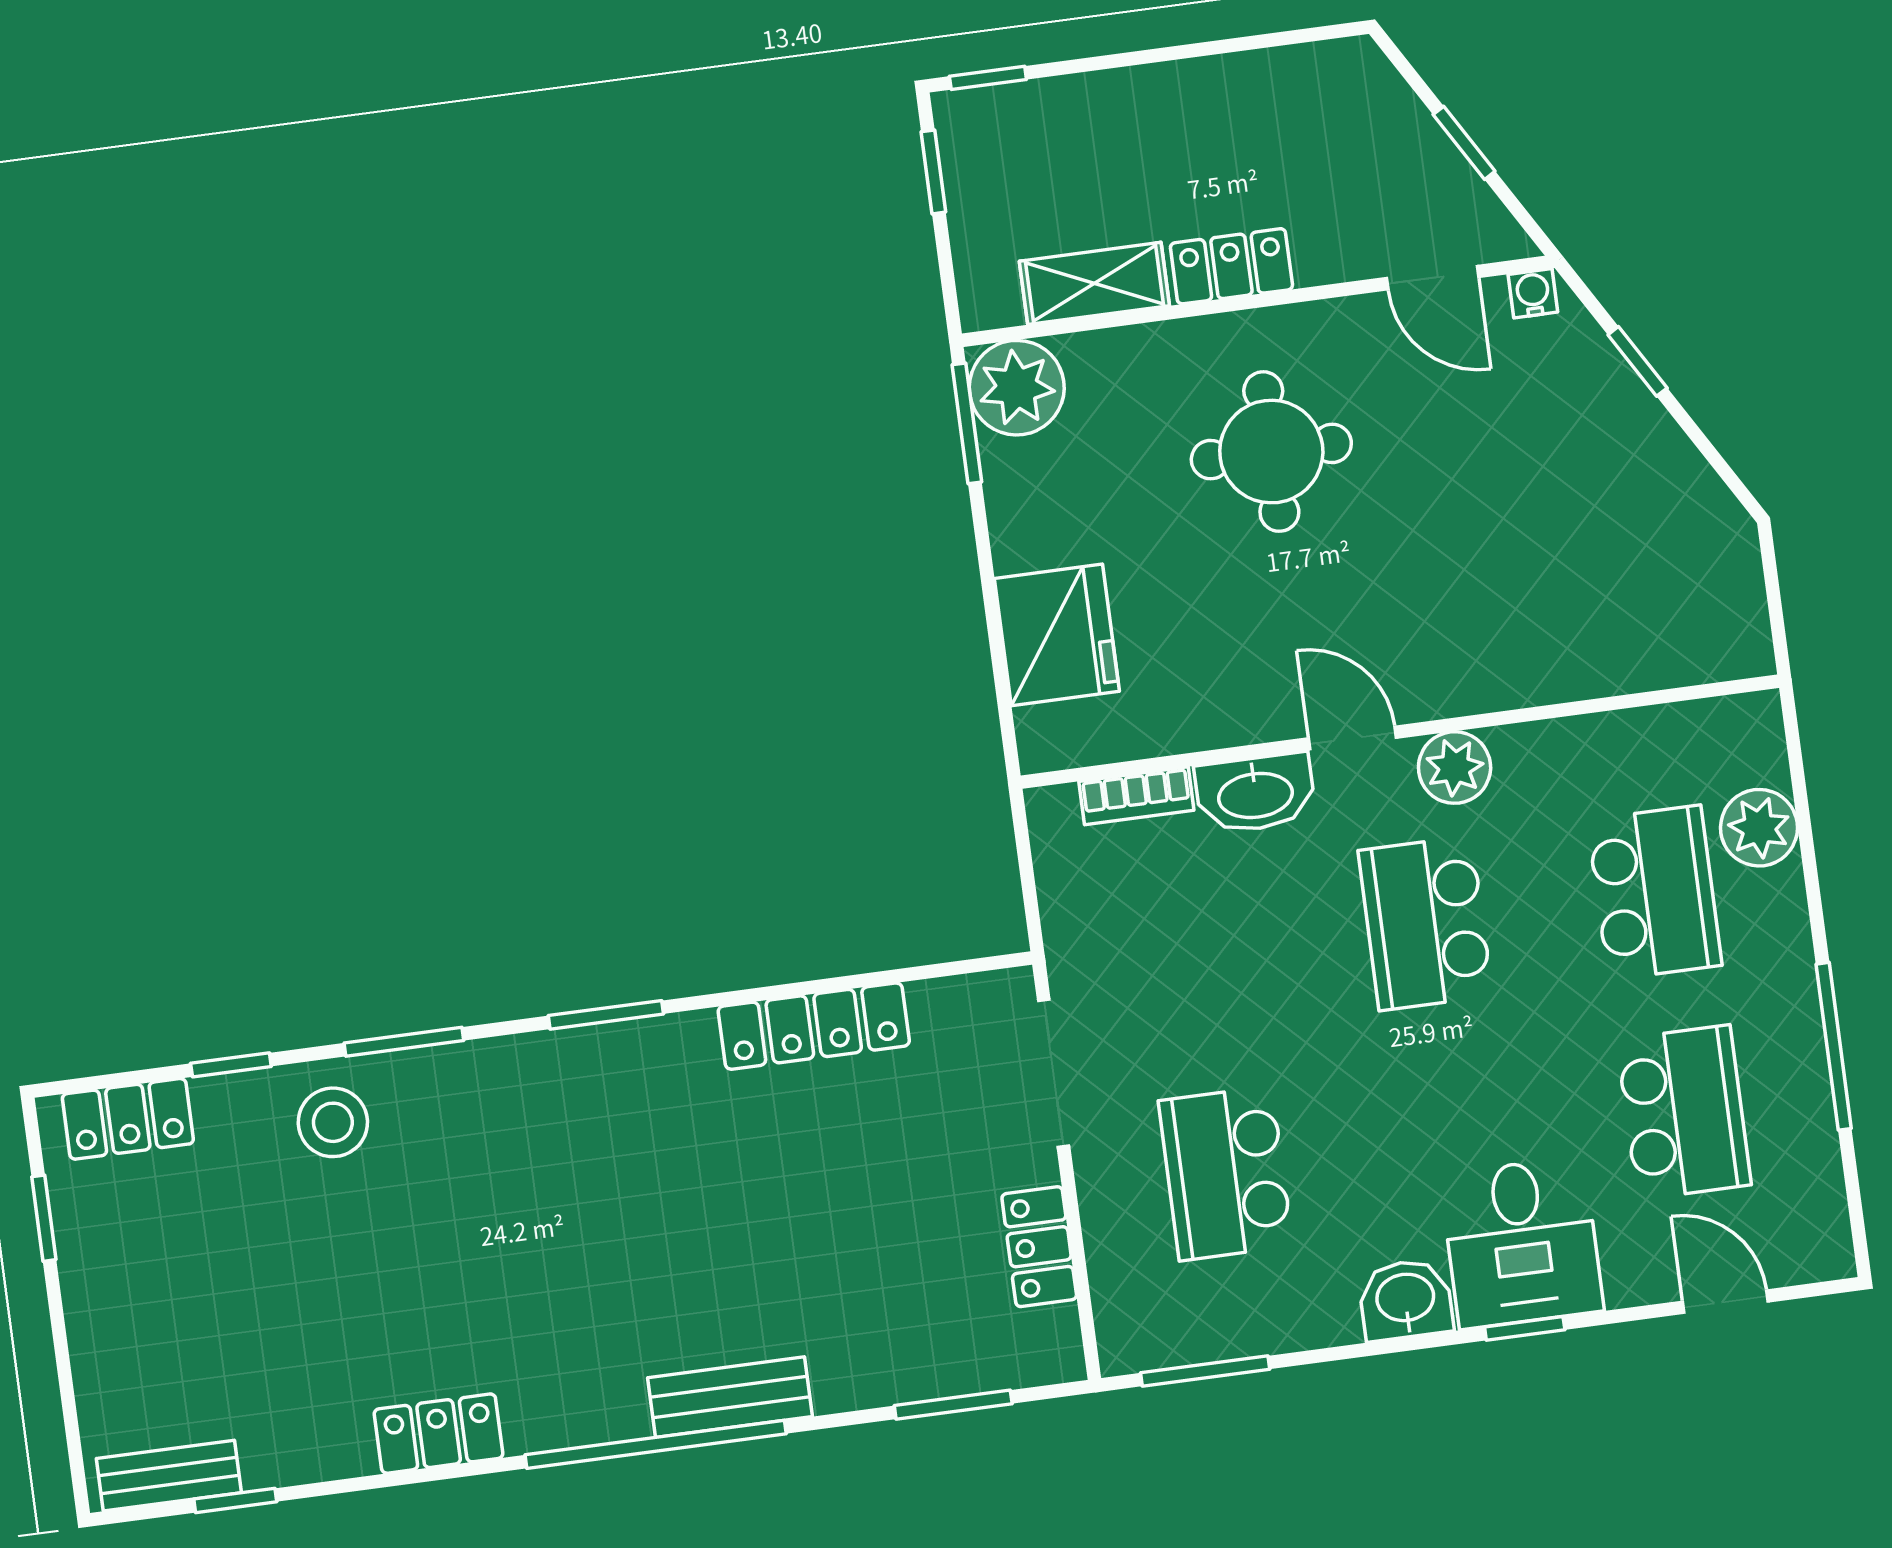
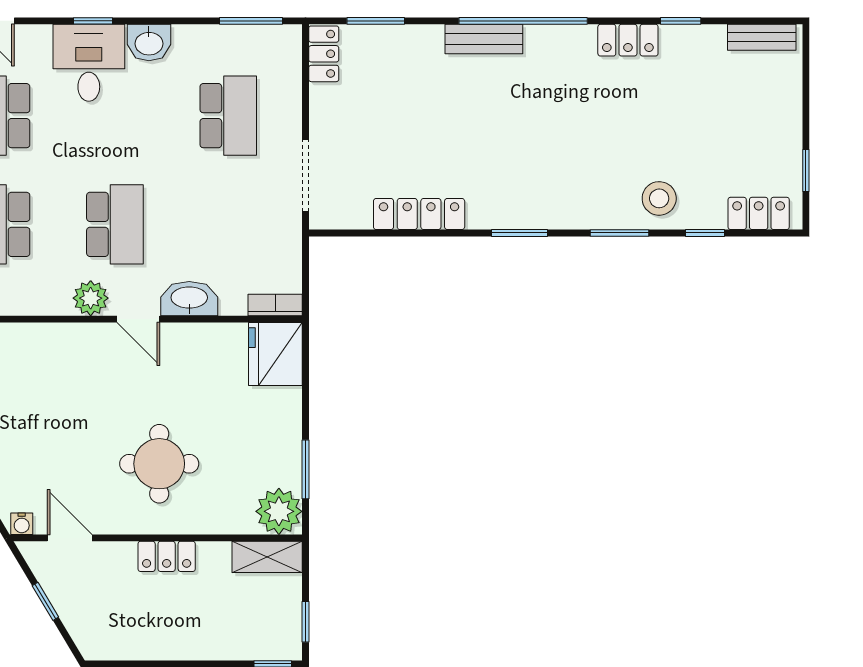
shelving: (1094, 283) -> (267, 557), moved
window: (967, 423) -> (305, 469), moved
fridge: (1057, 635) -> (275, 354), moved
bookcase: (1136, 796) -> (275, 305), moved
locker: (1039, 1247) -> (324, 54), moved
window: (235, 1500) -> (681, 21), moved

